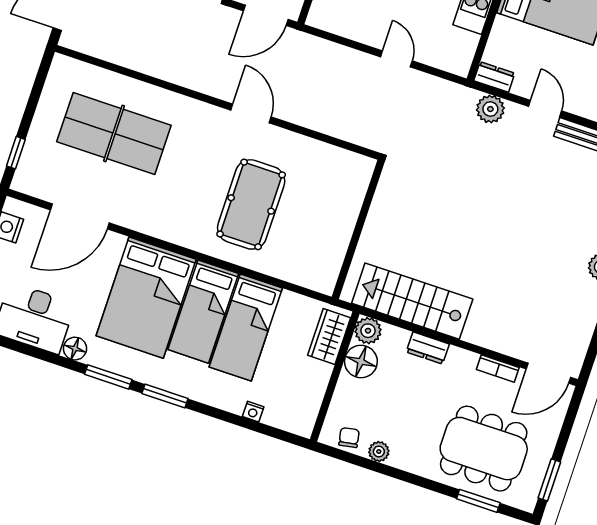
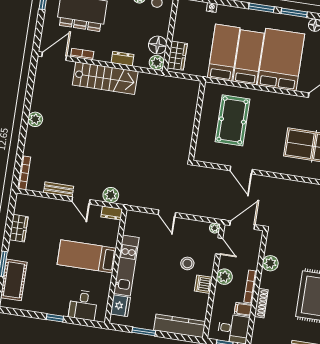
plant: (316, 18) -> (215, 228), added
wall: (358, 229) -> (197, 121), moved
stairs: (412, 301) -> (105, 78), moved

